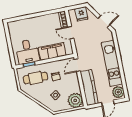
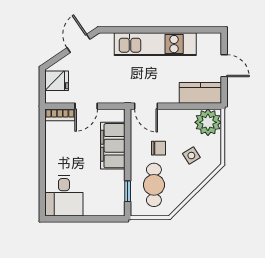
desk: (27, 52) -> (64, 196), moved, turned 90
kitchen counter: (89, 87) -> (200, 93), width x0.67
plant: (118, 92) -> (208, 43), removed

